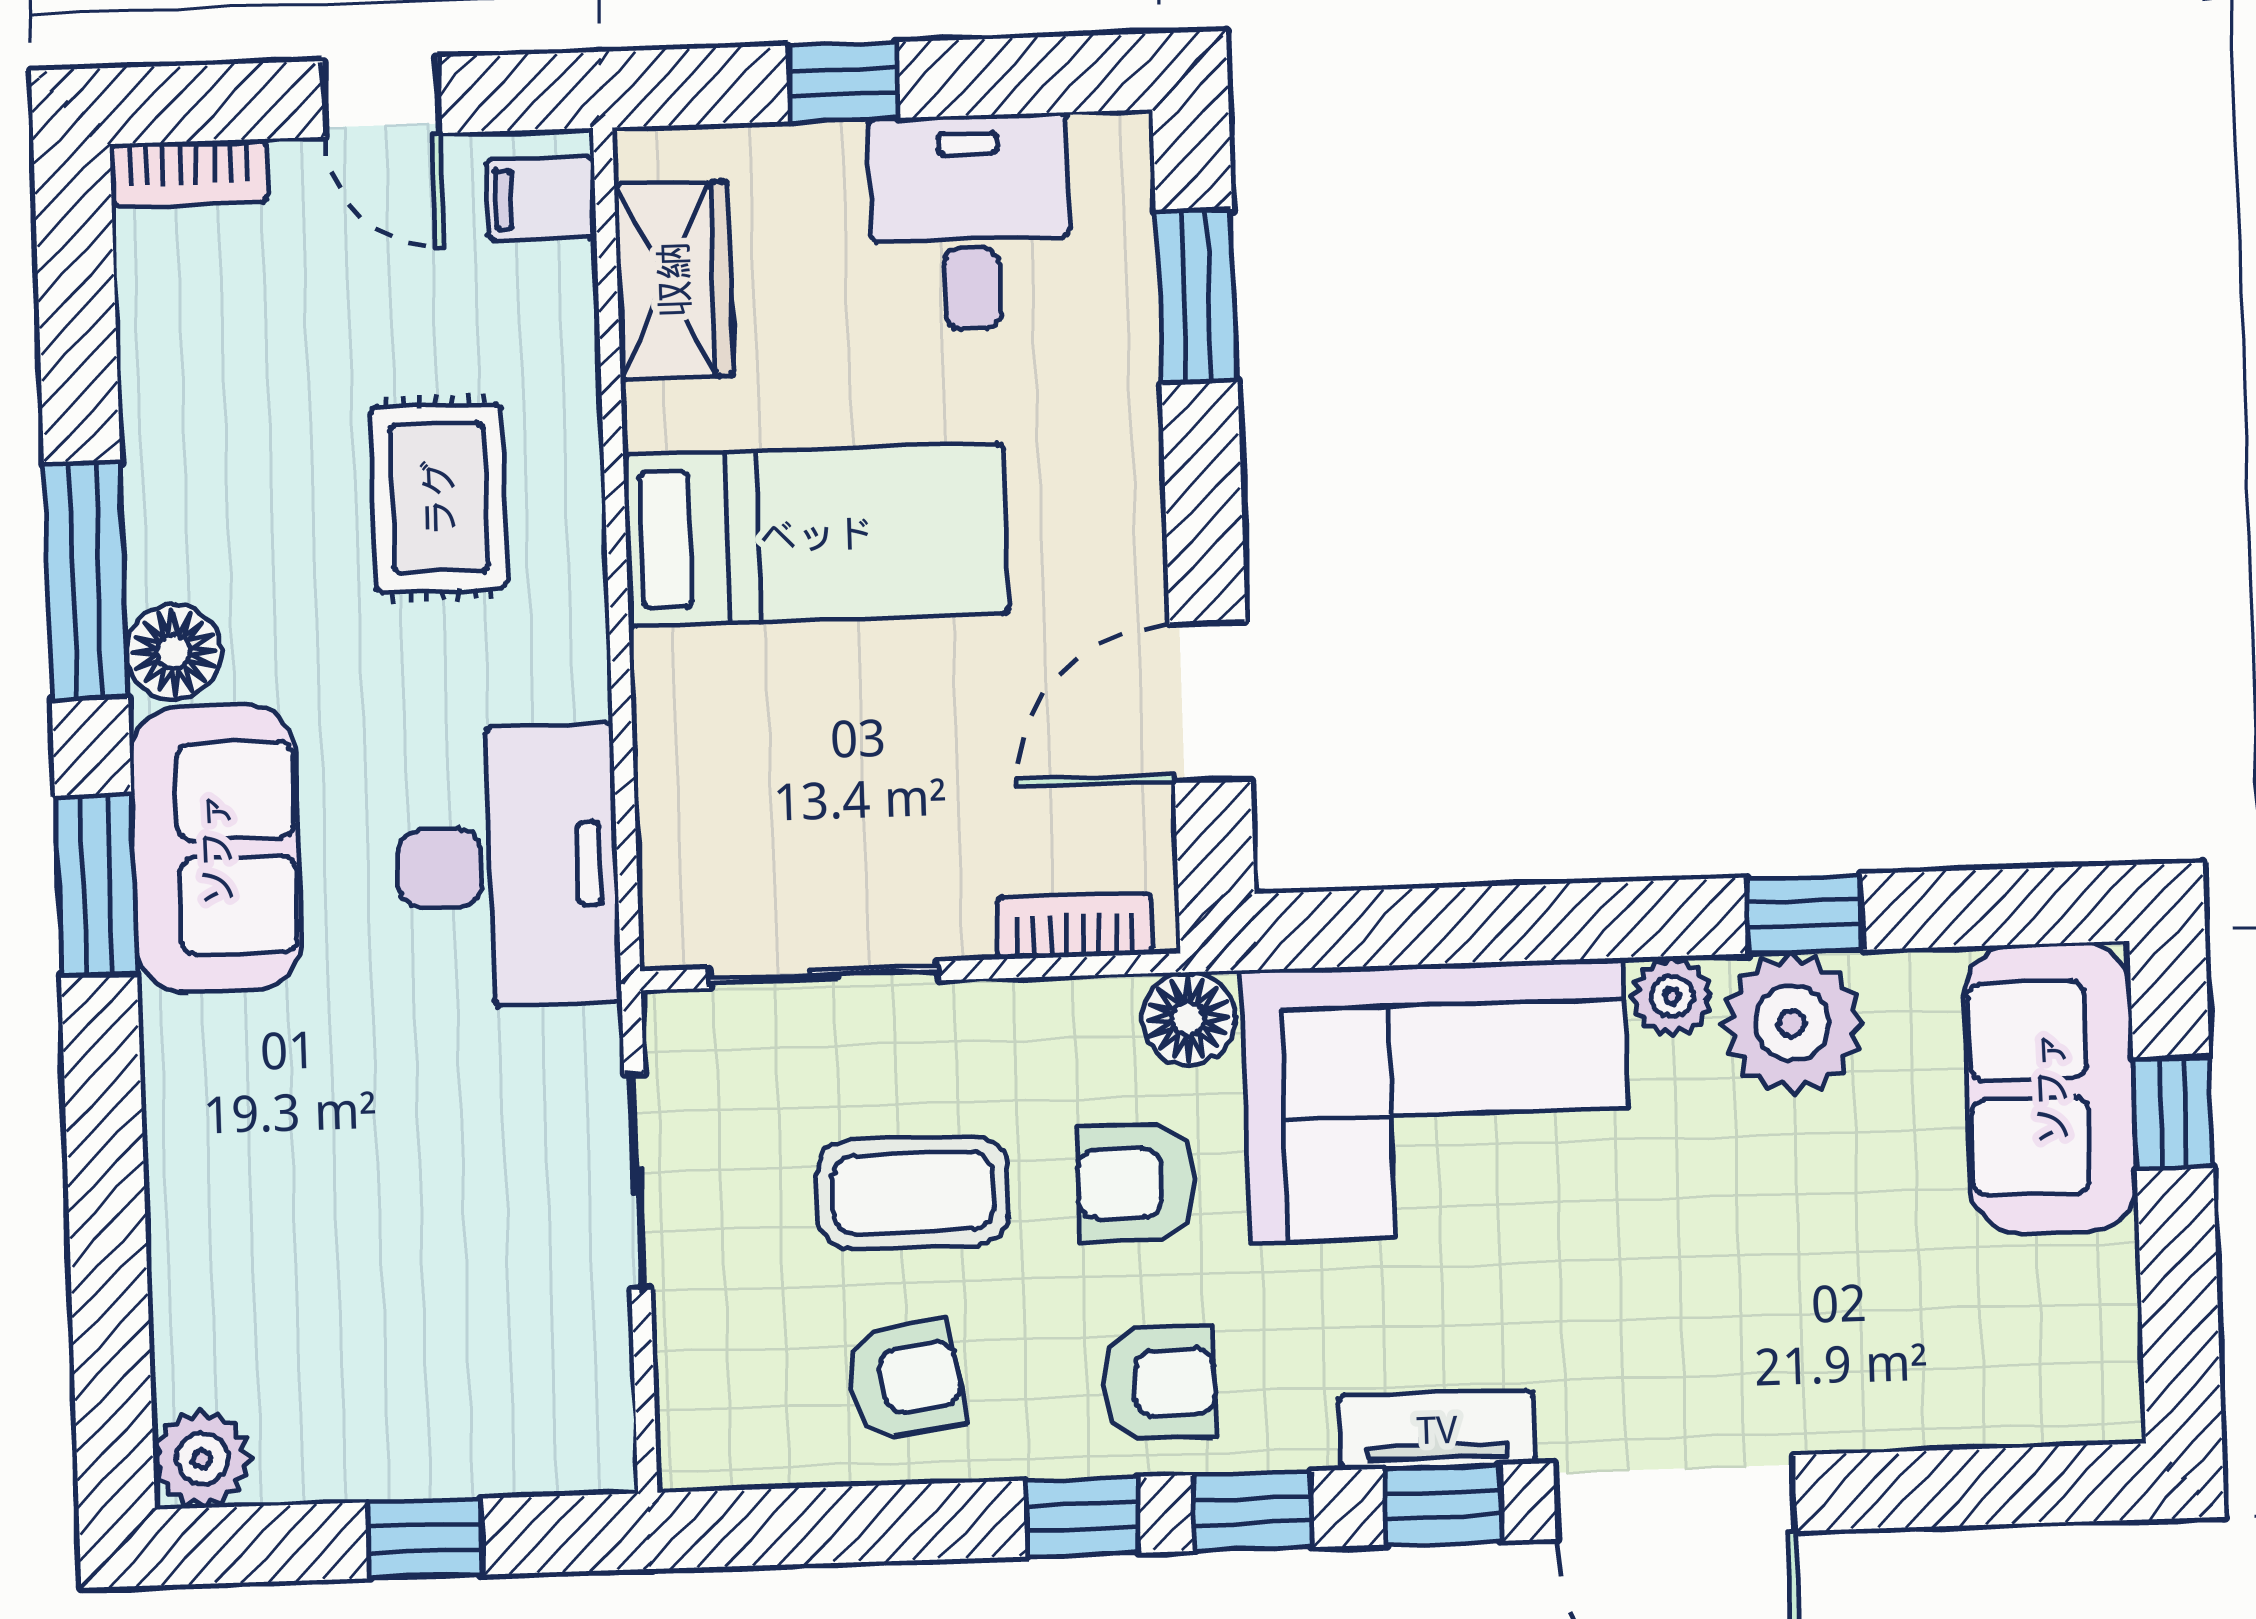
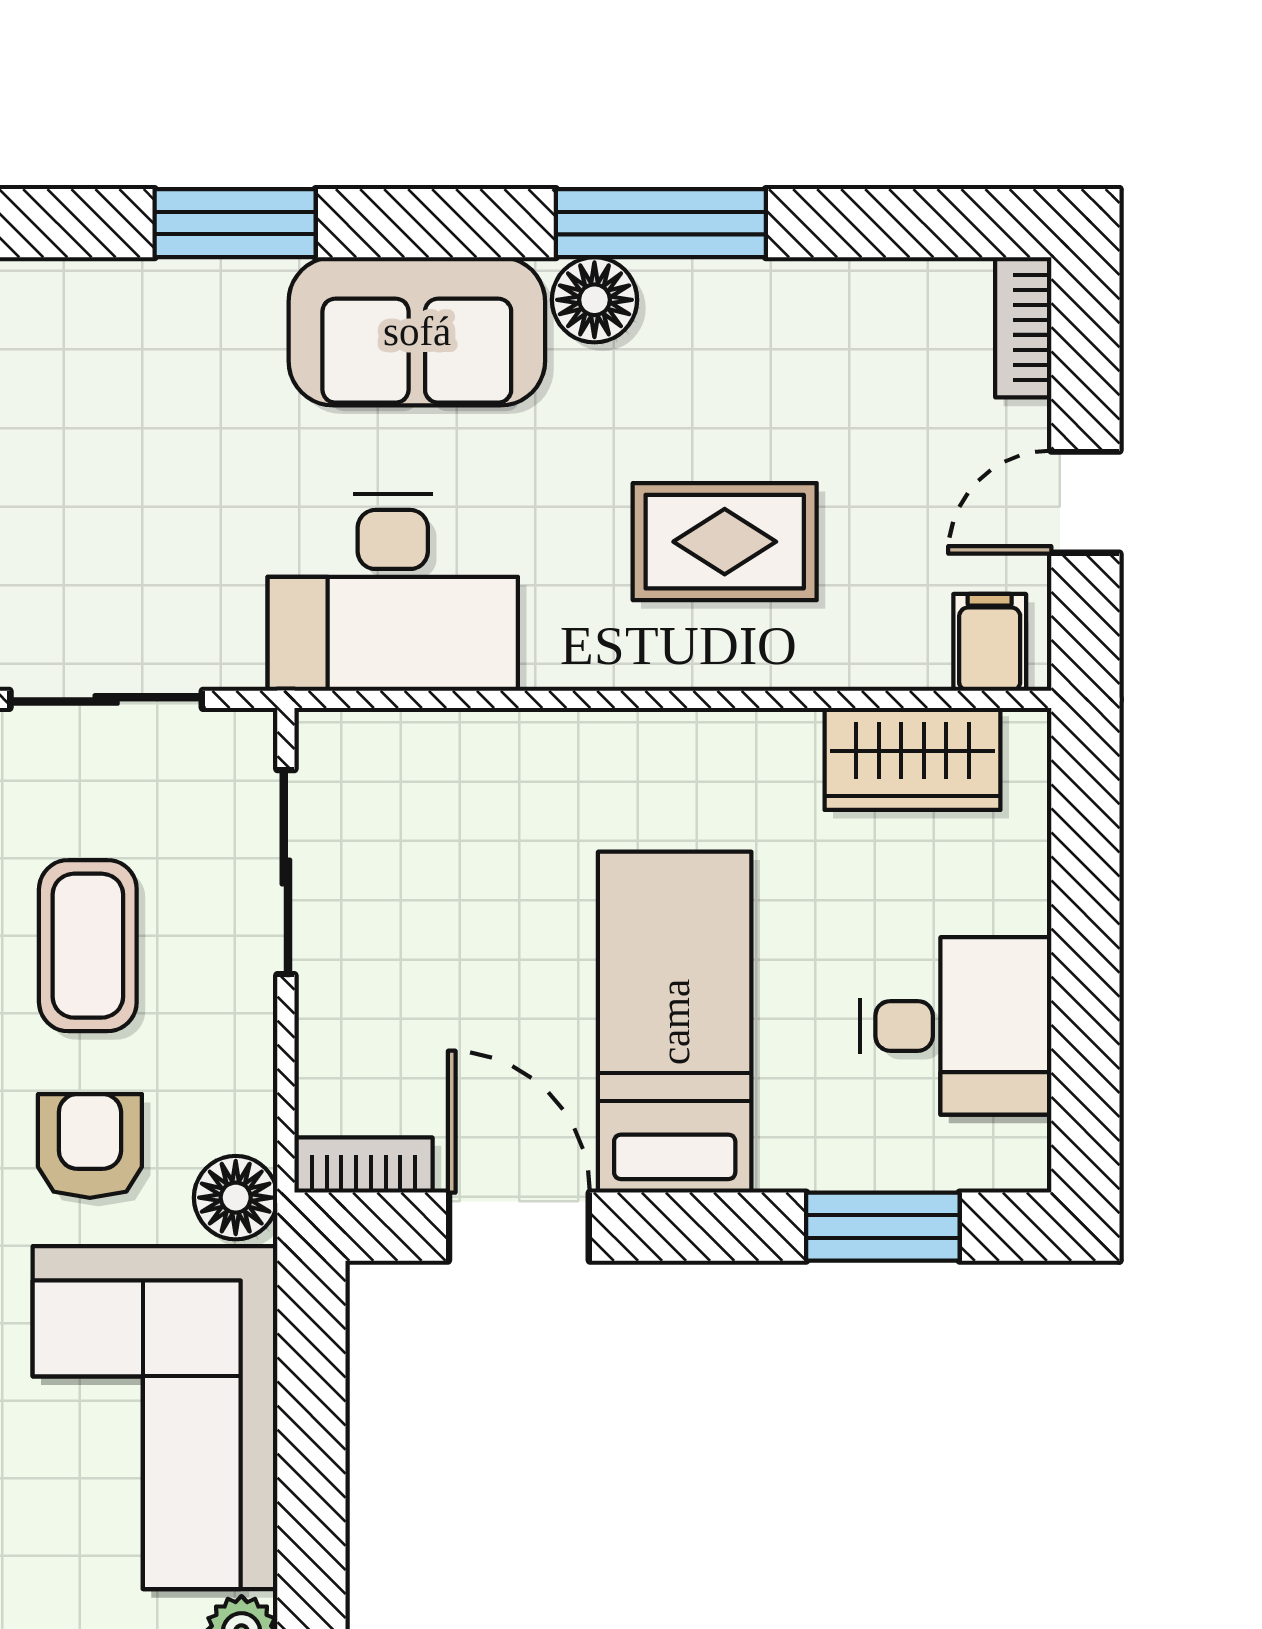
window: (843, 82) -> (1085, 917), removed
bed: (816, 535) -> (675, 1022), moved, turned 180
window: (96, 885) -> (235, 223), moved
bookcase: (1074, 926) -> (364, 1165), moved, turned -90

